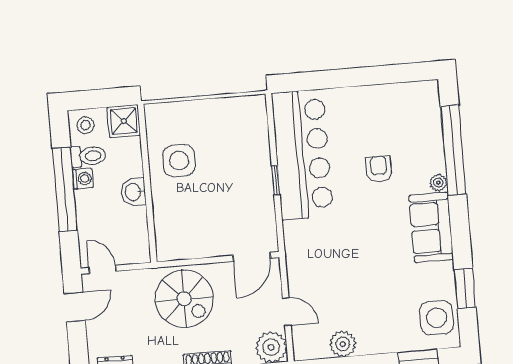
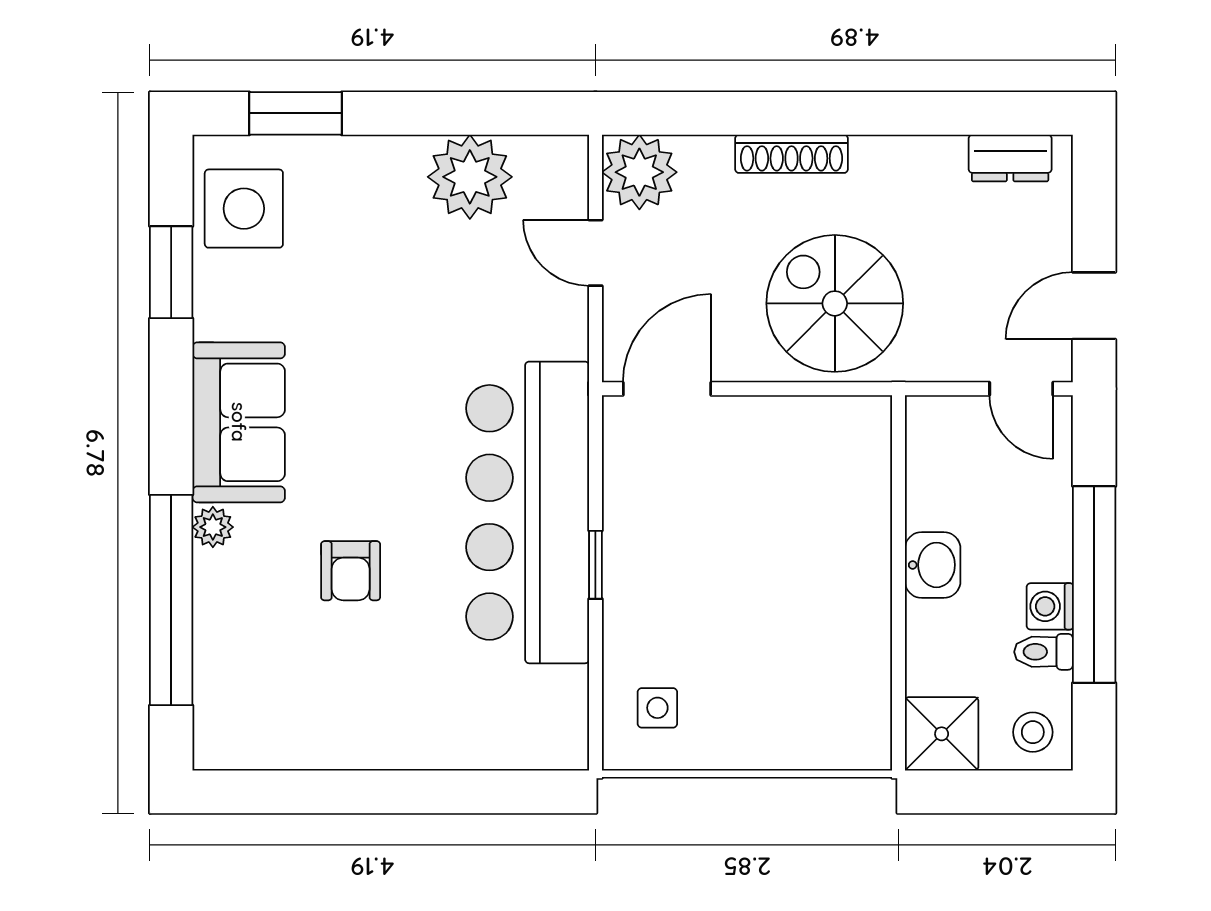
bar counter: (302, 155) -> (528, 512), moved
toilet: (88, 156) -> (1044, 652), width x0.73, depth x0.72
side table: (179, 161) -> (657, 708), moved, width x0.54, depth x0.54
plant: (343, 344) -> (470, 177), width x1.36, depth x1.36

